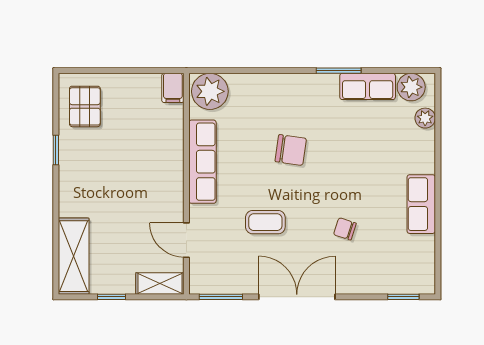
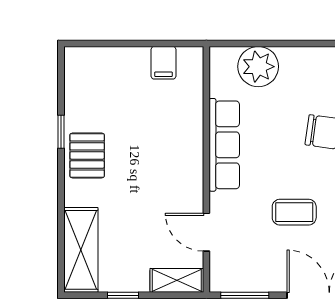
filing cabinet: (173, 88) -> (164, 63), moved
plant: (210, 91) -> (258, 67), moved
pallet: (85, 106) -> (87, 155), moved

